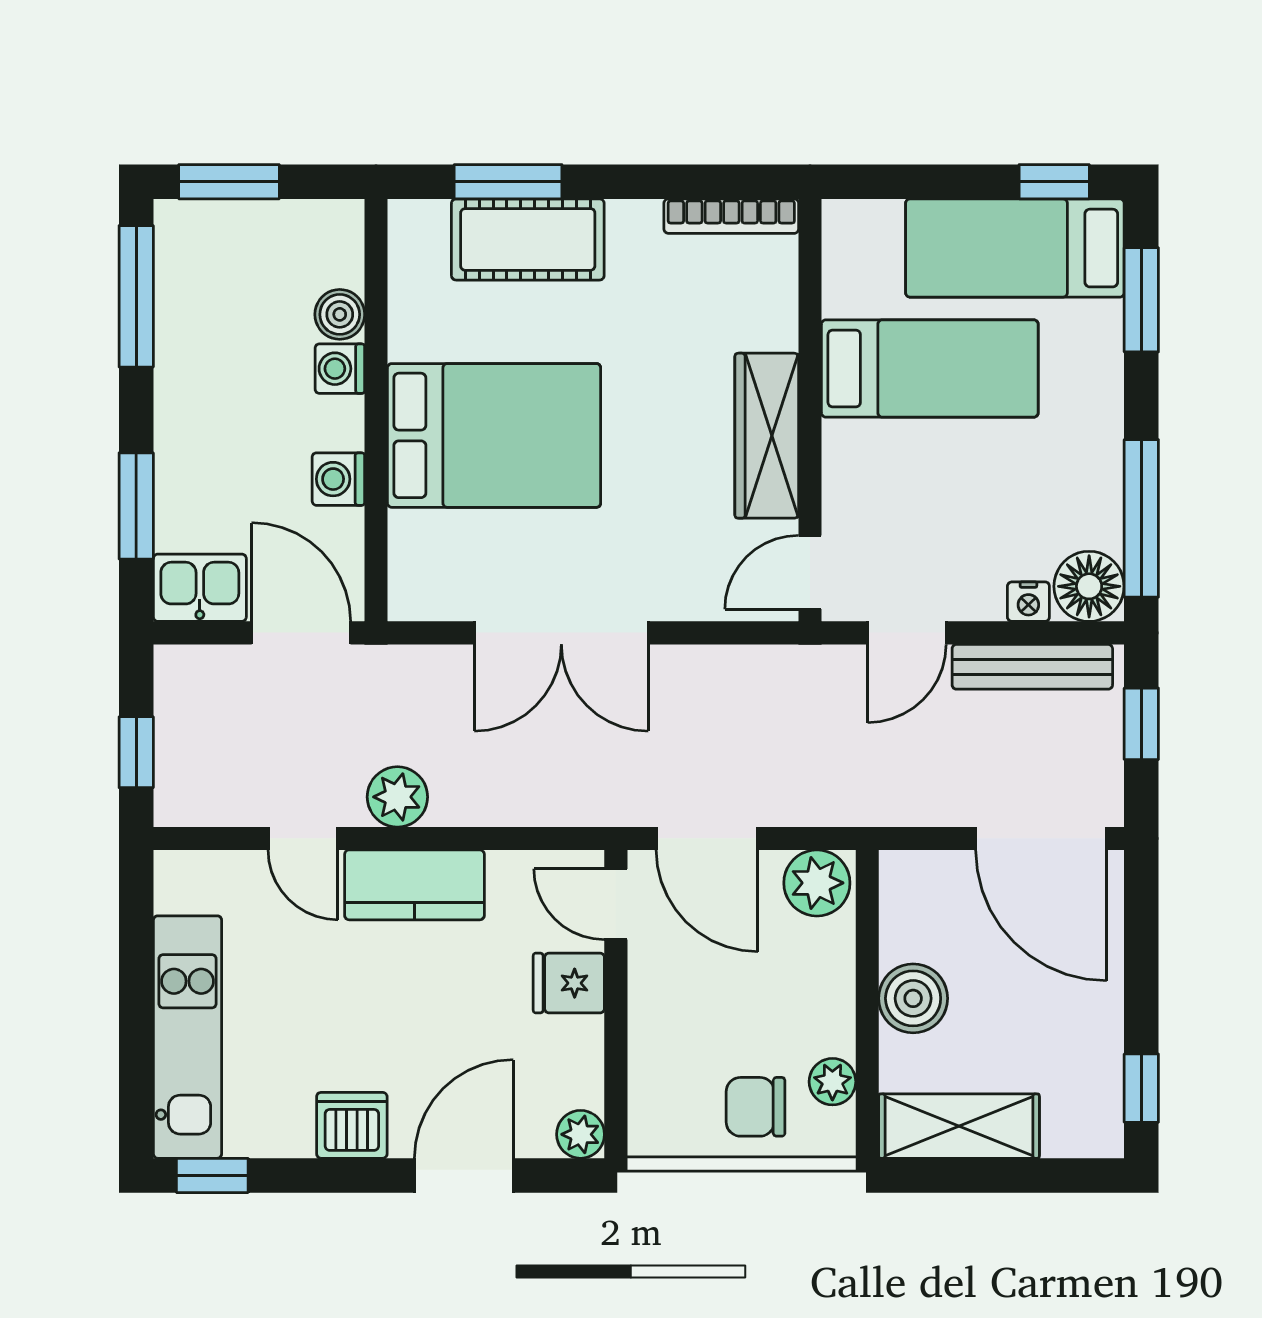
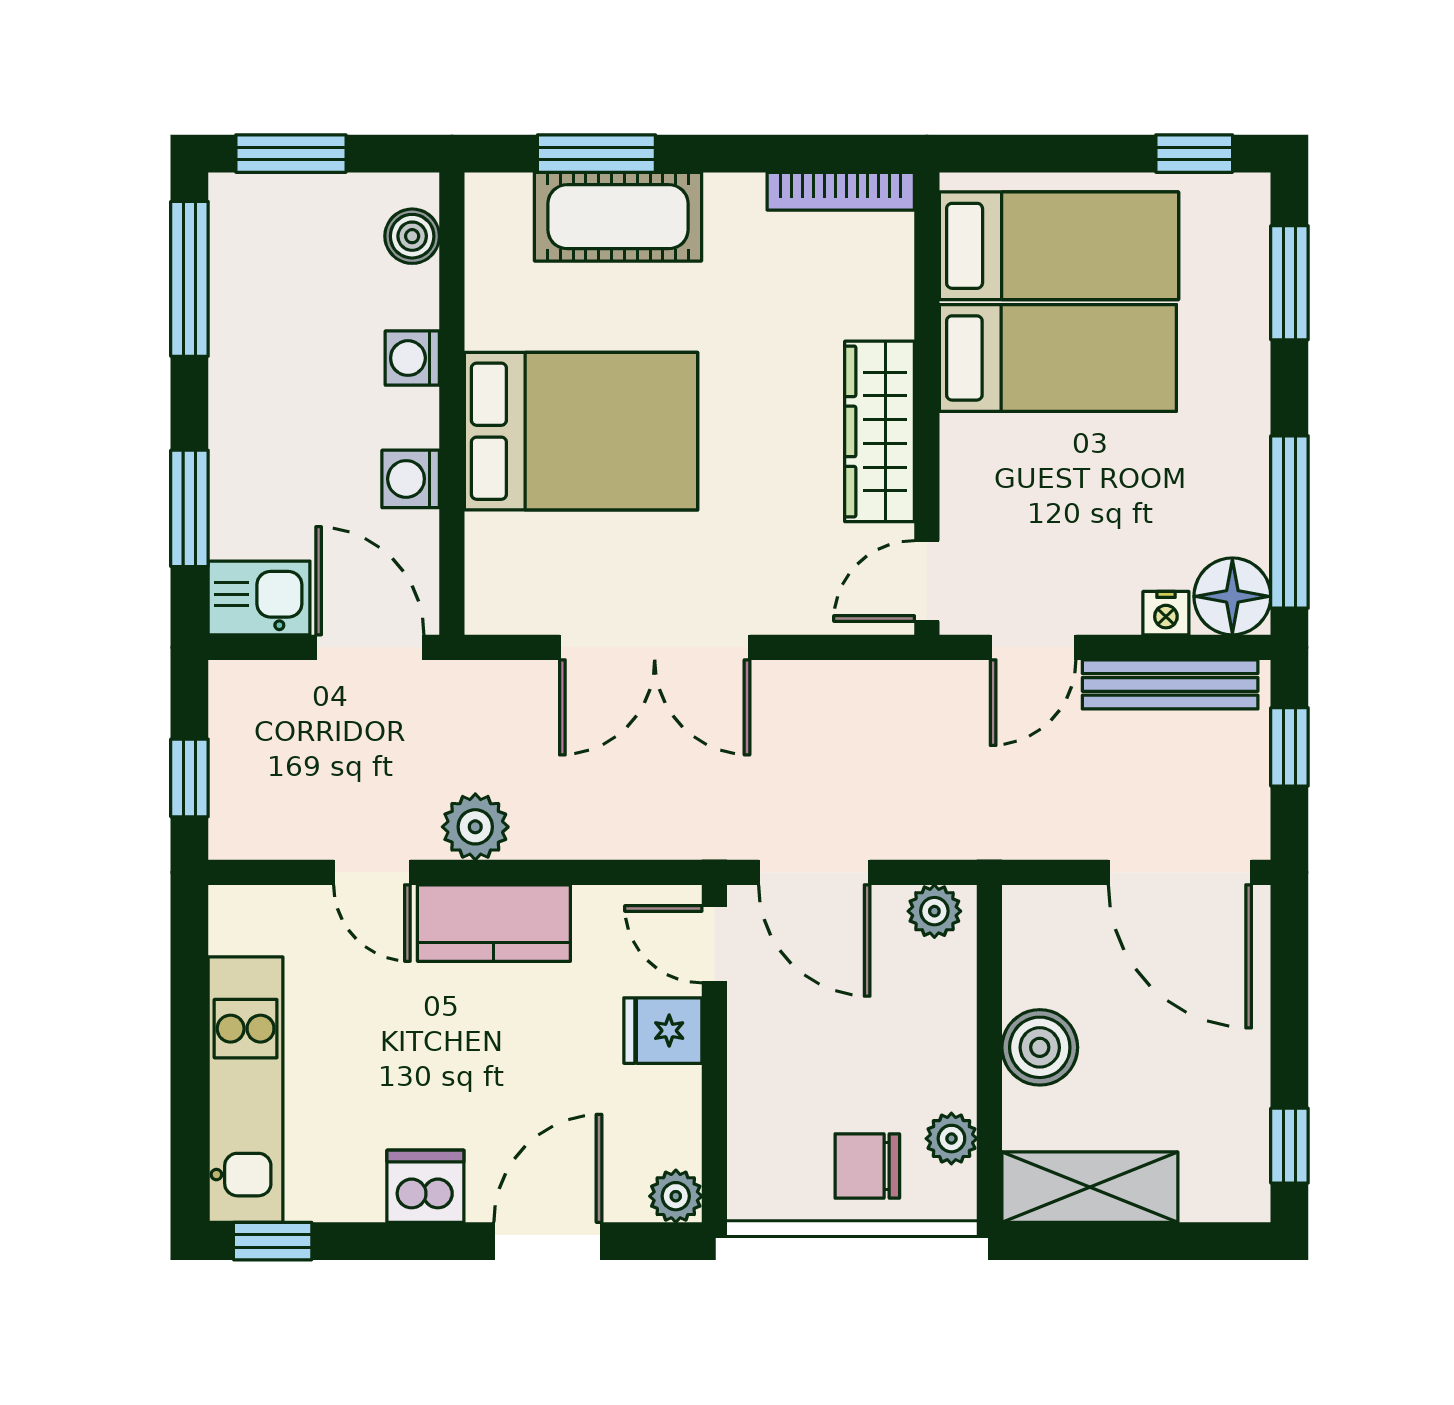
bed: (1015, 248) -> (1059, 246), moved, turned 180
boiler: (340, 314) -> (412, 236), moved
plant: (817, 883) -> (934, 911), width x0.73, depth x0.73

